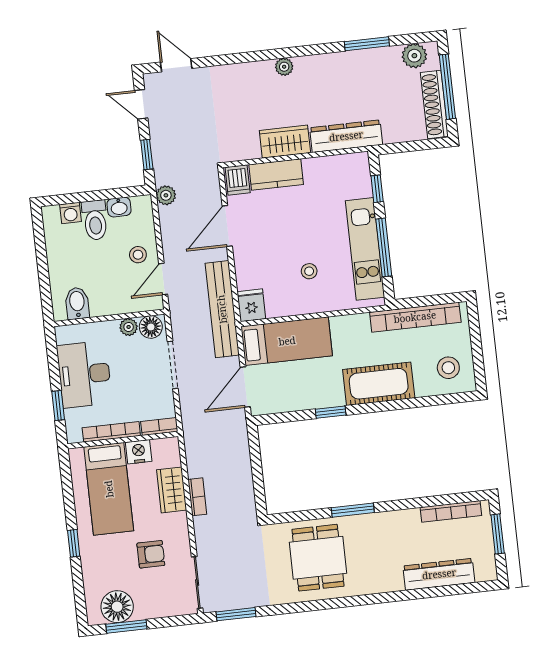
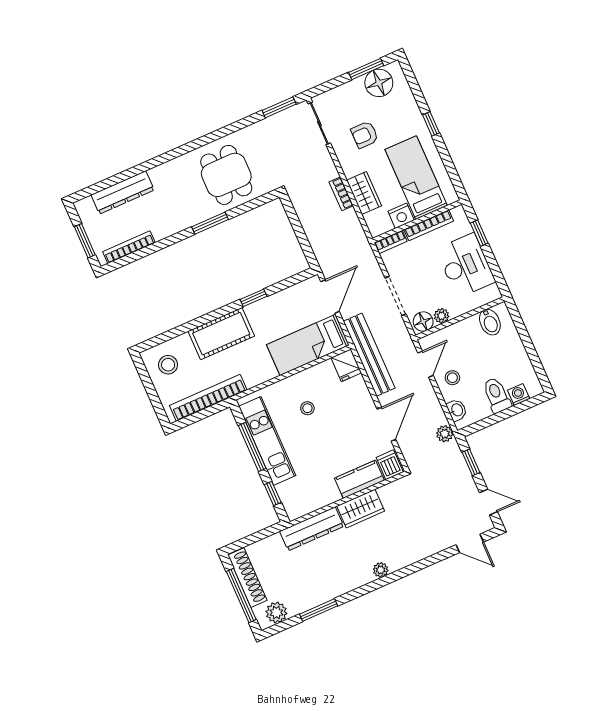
washbasin: (119, 207) -> (457, 410), moved, turned 90

